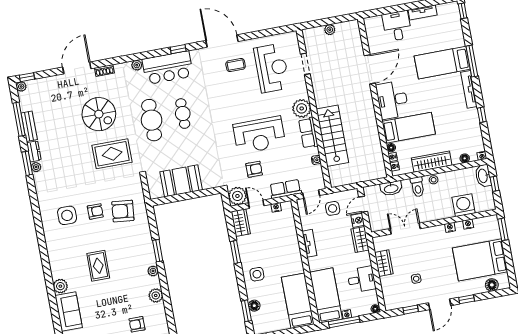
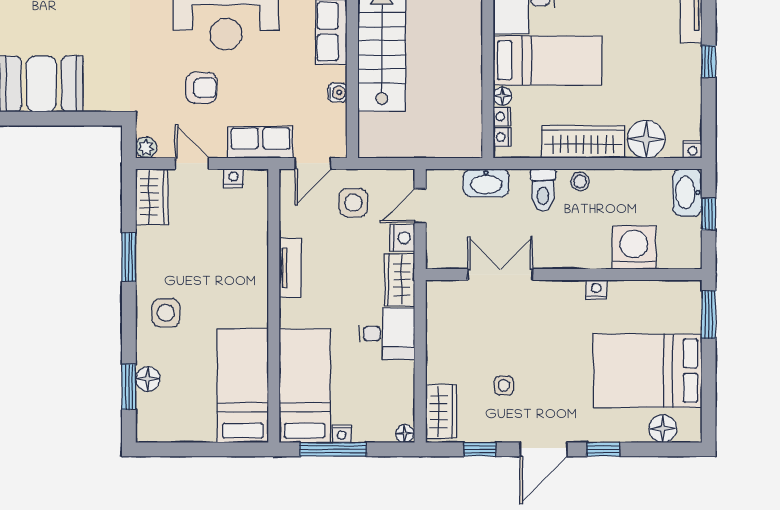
floor lamp: (465, 158) -> (646, 139), width x1.89, depth x1.89
plant: (237, 196) -> (146, 148), width x0.53, depth x0.53
nightstand: (468, 224) -> (636, 290), removed
wardrobe: (384, 263) -> (441, 412), moved
desk: (361, 279) -> (387, 334), moved

